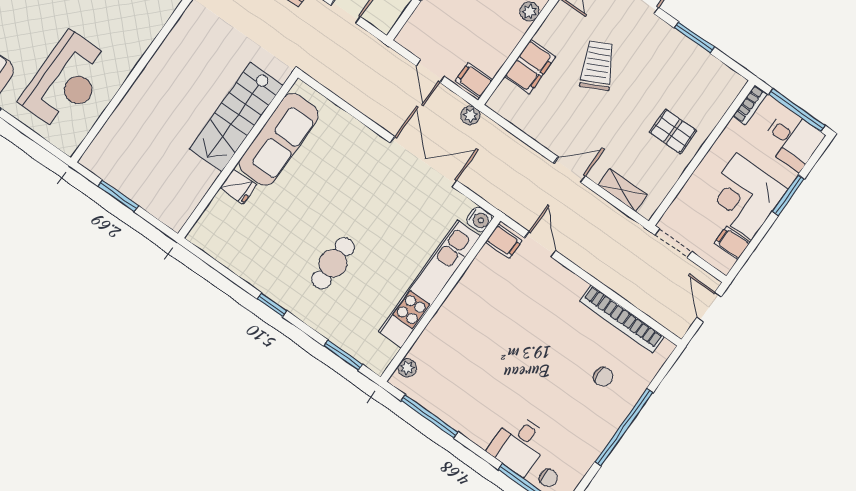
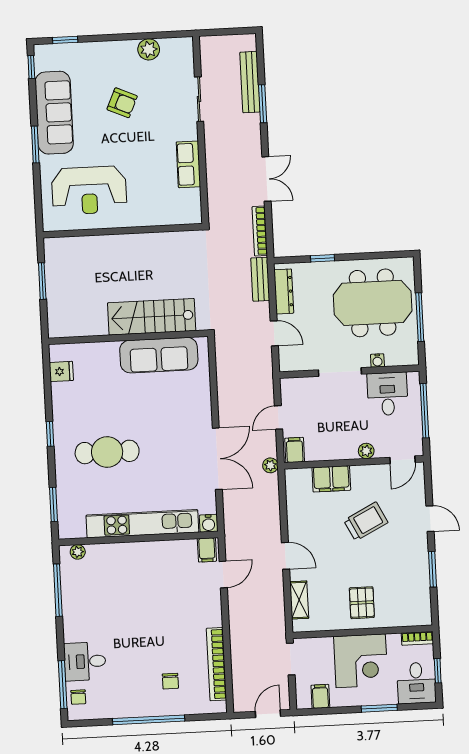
window: (797, 110) -> (438, 671), width x0.46
fridge: (238, 186) -> (61, 371), moved, turned -90
corner desk: (744, 197) -> (361, 661), moved, turned 180
cafe table: (333, 263) -> (107, 452), width x1.37, depth x1.35

